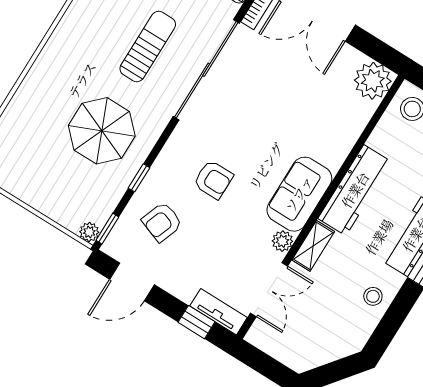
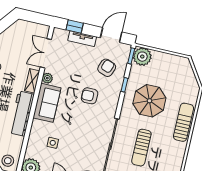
sun lounger: (51, 68) -> (183, 122), added
side table: (315, 114) -> (53, 143), added
plant: (89, 232) -> (142, 57), width x1.88, depth x1.88
tv unit: (219, 312) -> (82, 39), moved

